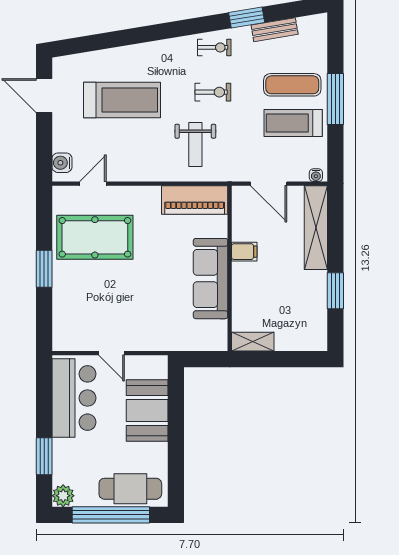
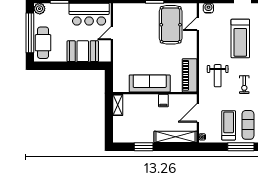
weight bench: (195, 144) -> (218, 76), turned -90
door: (93, 184) -> (198, 24), swing flipped

